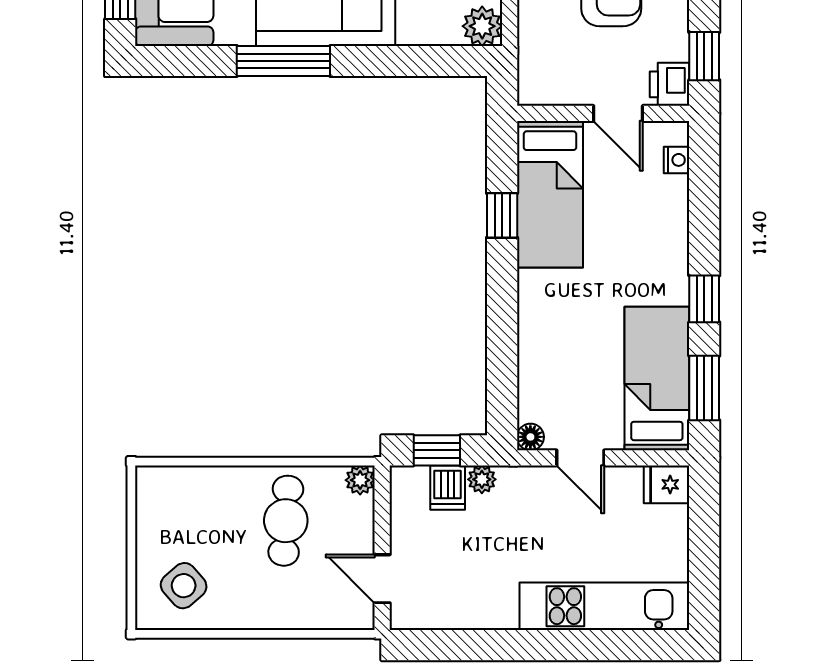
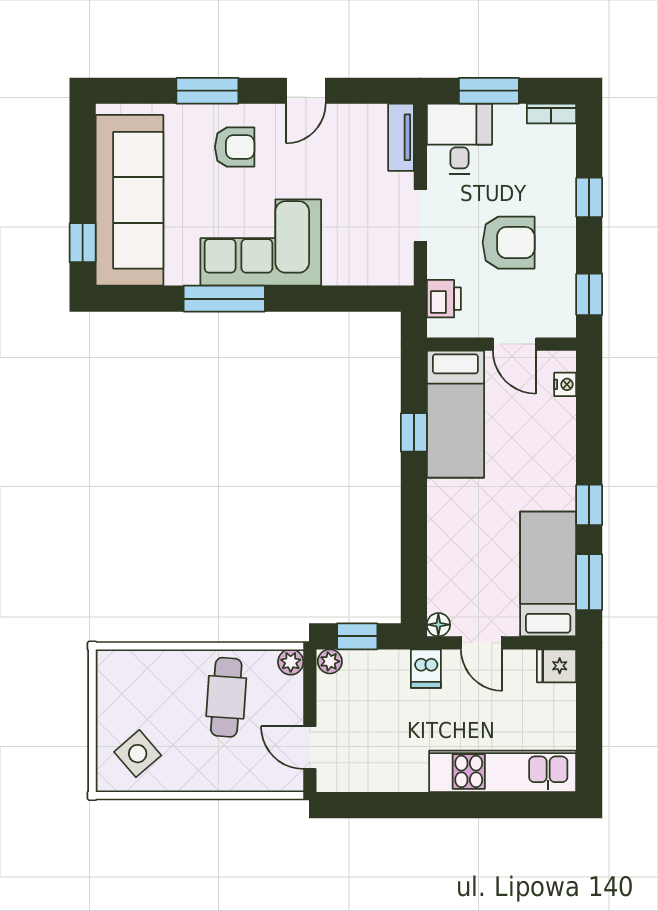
plant: (482, 26) -> (397, 268), removed
printer: (670, 84) -> (444, 299), moved, turned 180
plant: (482, 479) -> (330, 661), moved
dishwasher: (448, 488) -> (426, 669), moved

